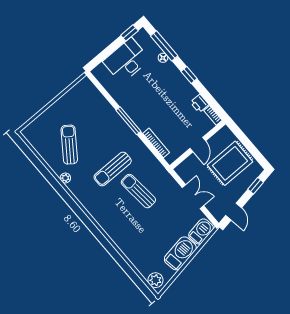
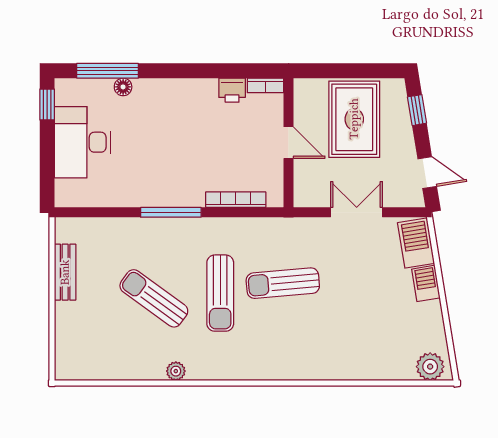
window: (189, 75) -> (179, 71), removed
bench: (67, 98) -> (65, 272), added
sun lounger: (69, 145) -> (154, 298), moved
barbecue: (180, 253) -> (426, 283), width x0.53, depth x0.65

